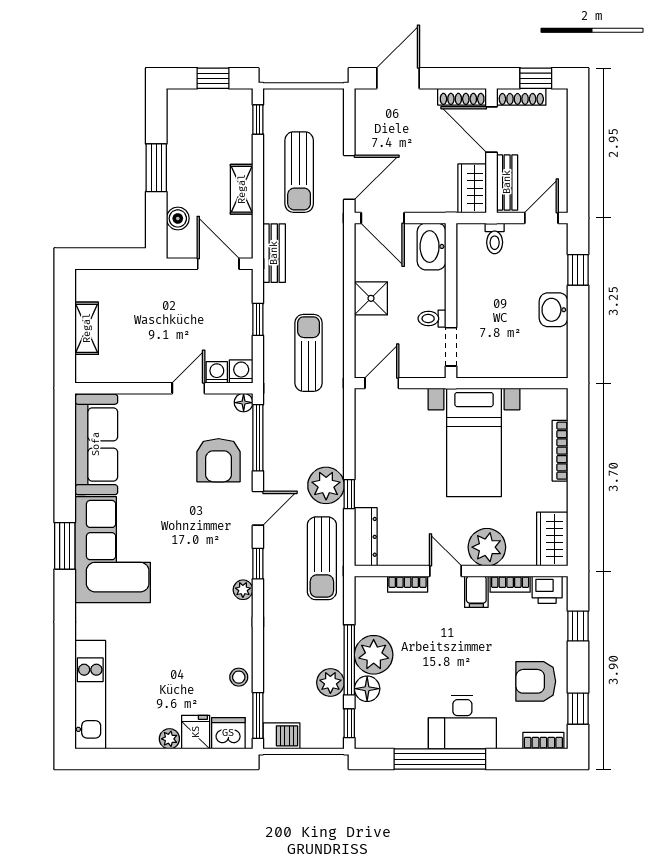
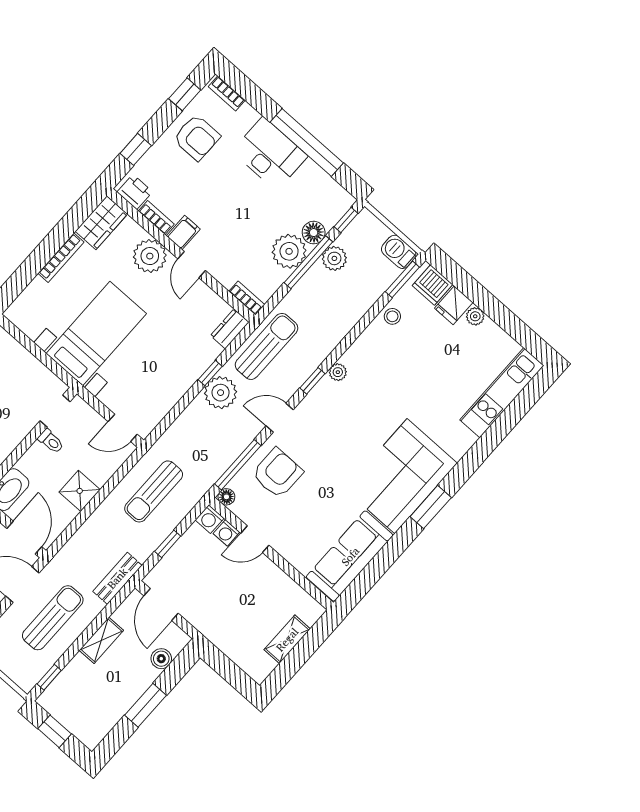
bookcase: (560, 451) -> (61, 258), moved
dresser: (366, 537) -> (230, 329), width x0.70
bookcase: (408, 584) -> (247, 298), moved

